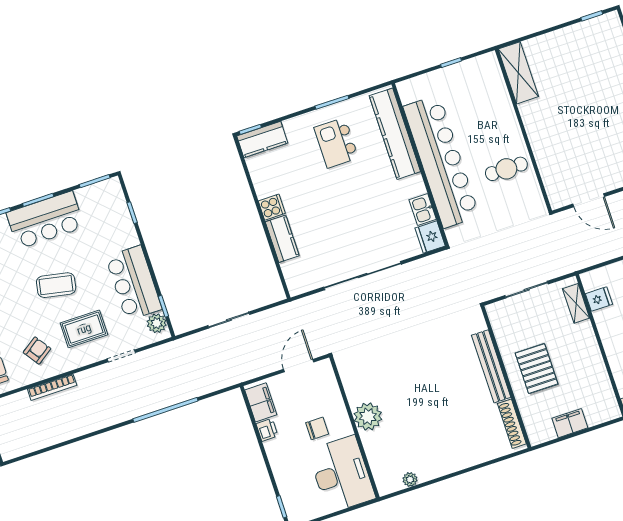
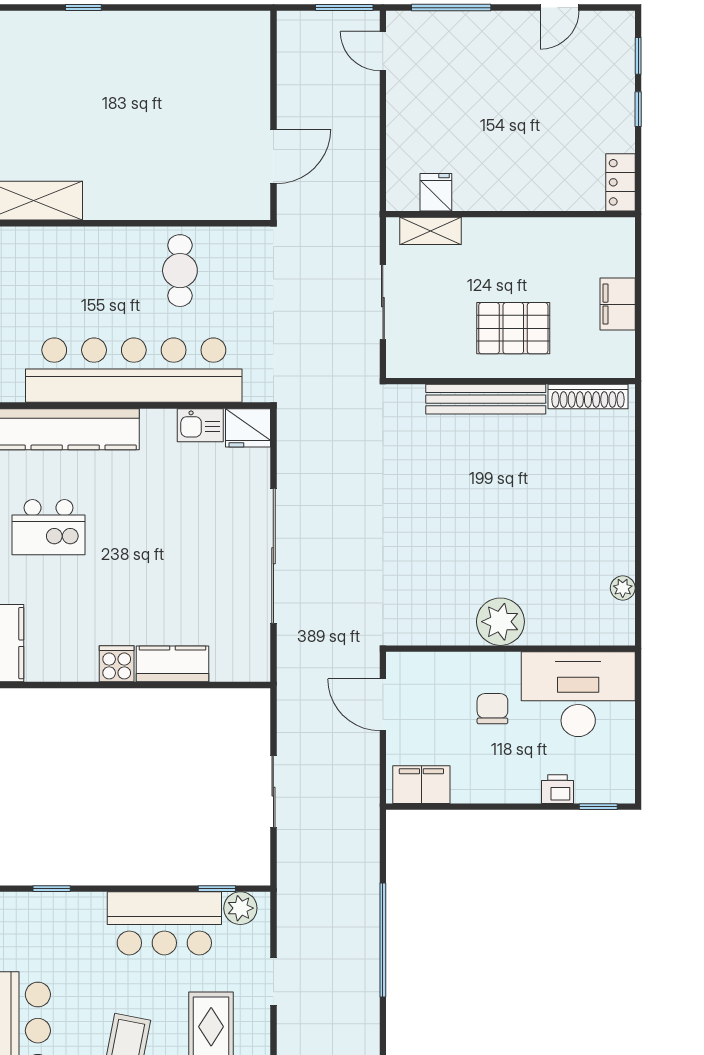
printer: (267, 430) -> (558, 789), moved

